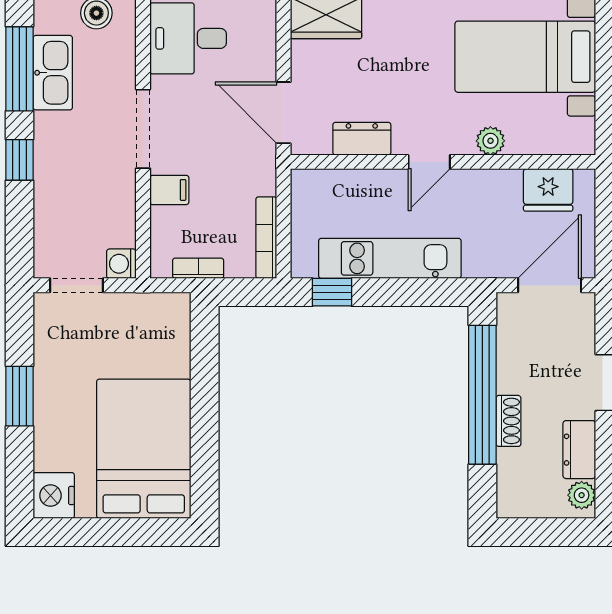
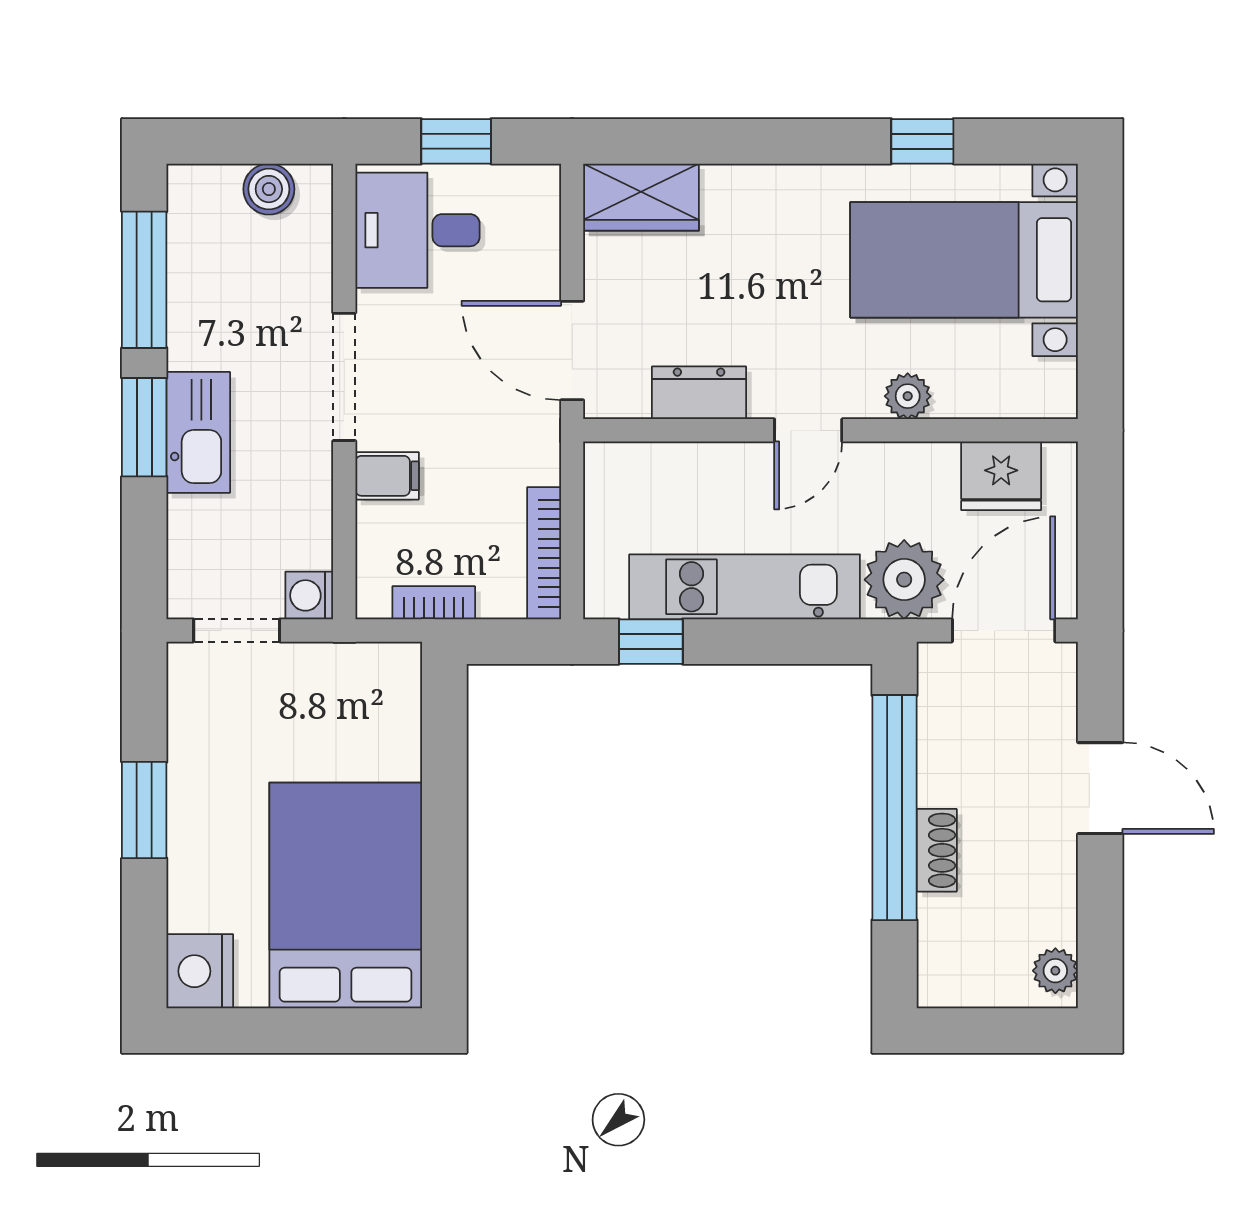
kitchen sink: (53, 73) -> (198, 432), moved
window: (19, 160) -> (144, 427), width x1.50
plant: (488, 254) -> (904, 580), added
dresser: (579, 450) -> (1052, 897), removed

